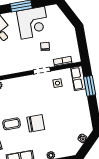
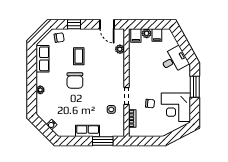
corner desk: (33, 23) -> (176, 107), moved
row of seats: (78, 78) -> (88, 131), moved

